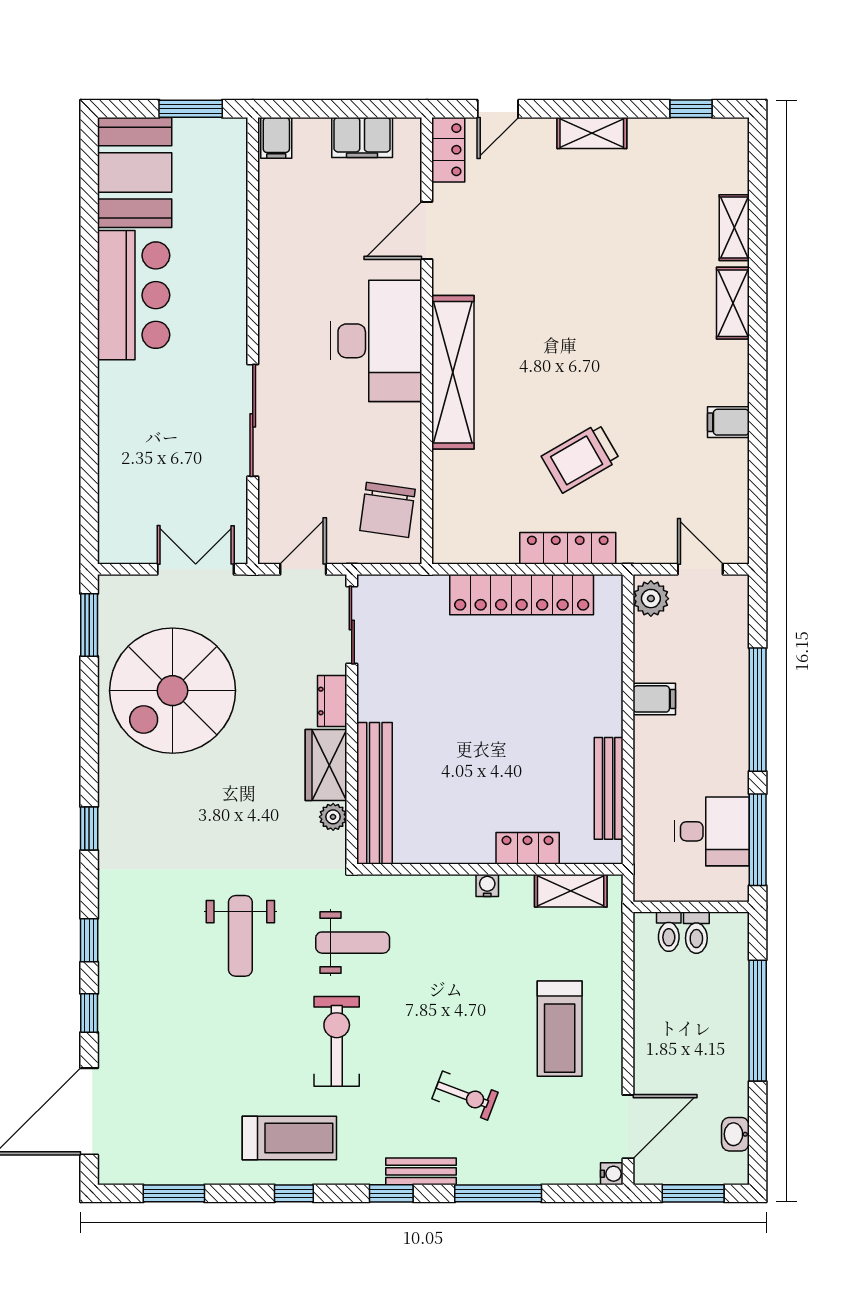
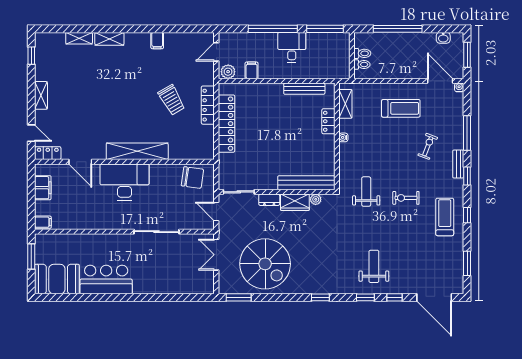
filing cabinet: (654, 699) -> (252, 70), moved
desk: (712, 831) -> (292, 47), moved
weight bench: (240, 936) -> (374, 266), moved, turned -90
exercise bike: (337, 1041) -> (406, 198), width x0.73, depth x0.72

